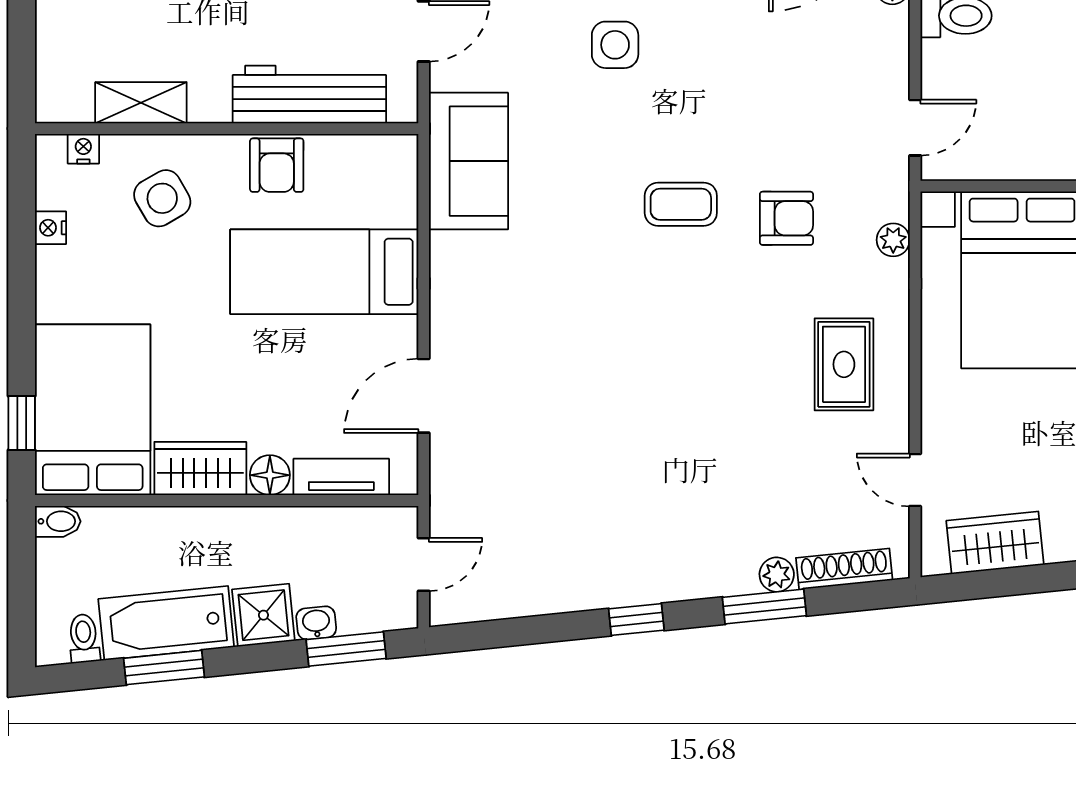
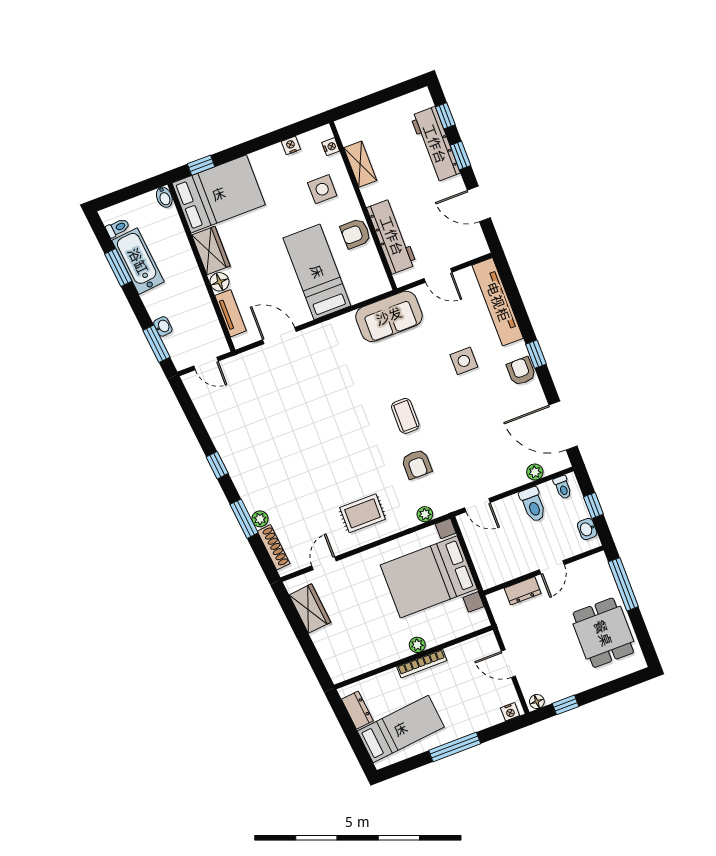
side table: (162, 198) -> (322, 189), turned 30
shower: (263, 615) -> (157, 302), removed

